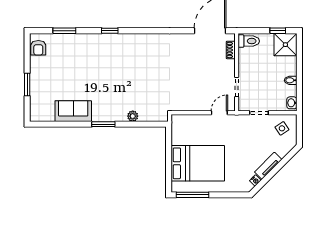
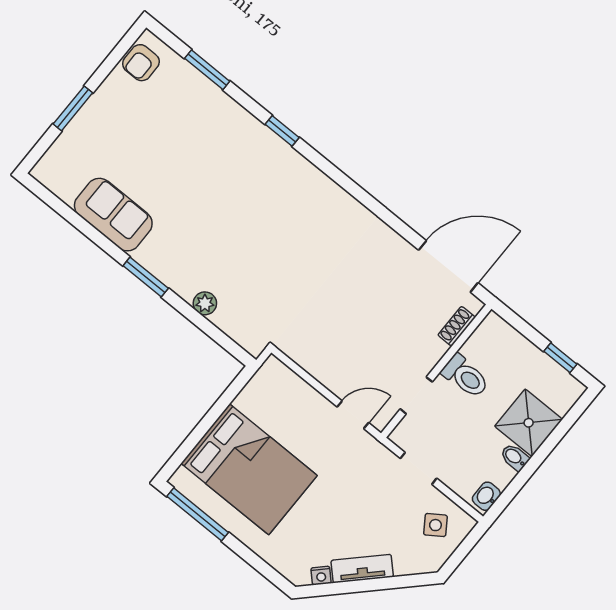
toilet: (249, 41) -> (465, 376), moved
shower: (285, 45) -> (529, 423), moved

